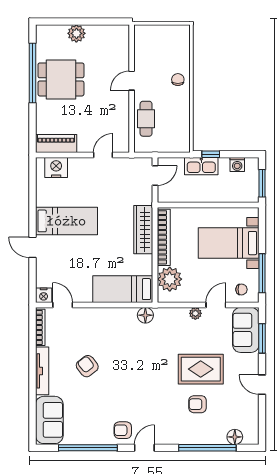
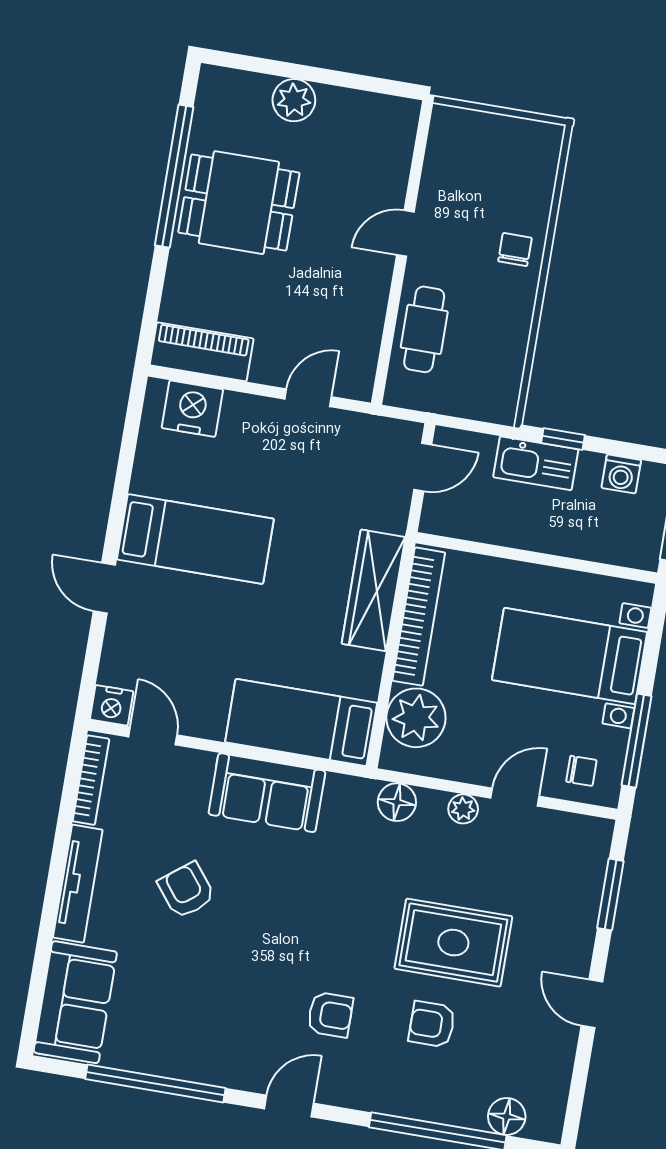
floor lamp: (145, 315) -> (397, 802), moved
sofa: (246, 330) -> (267, 793), moved, turned -90
armchair: (123, 430) -> (330, 1015), moved, turned 180

